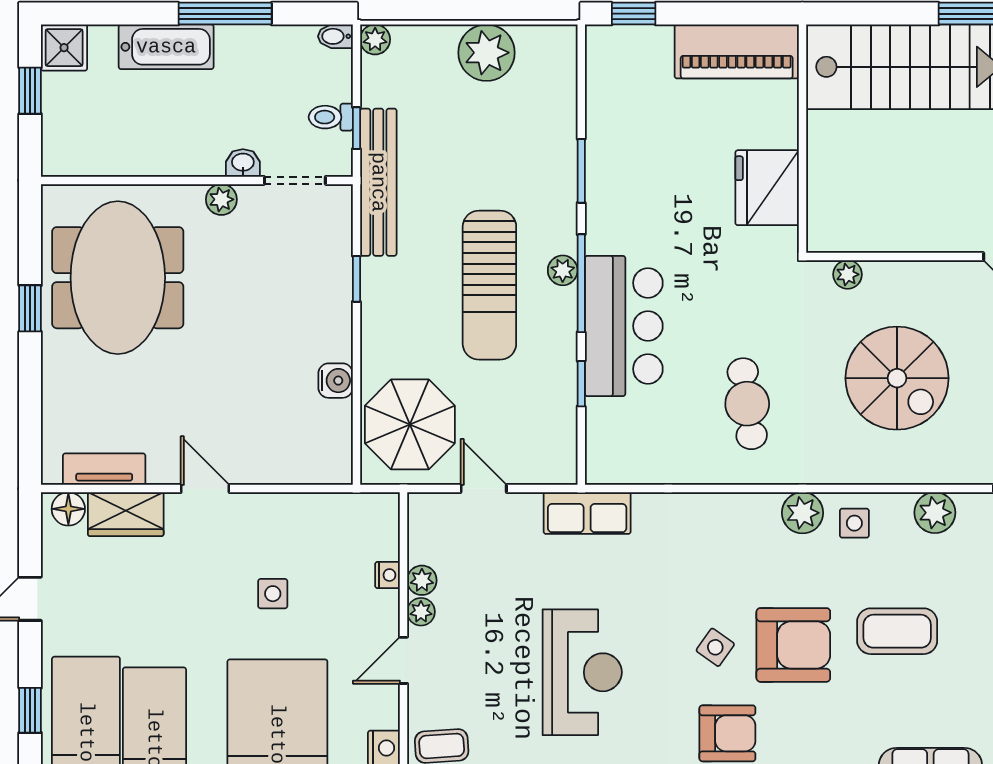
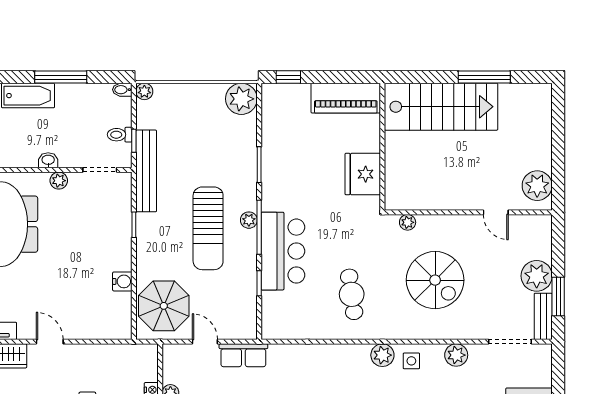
plant: (486, 53) -> (241, 99), moved
washbasin: (243, 163) -> (48, 160), moved
row of seats: (587, 513) -> (243, 355), moved

